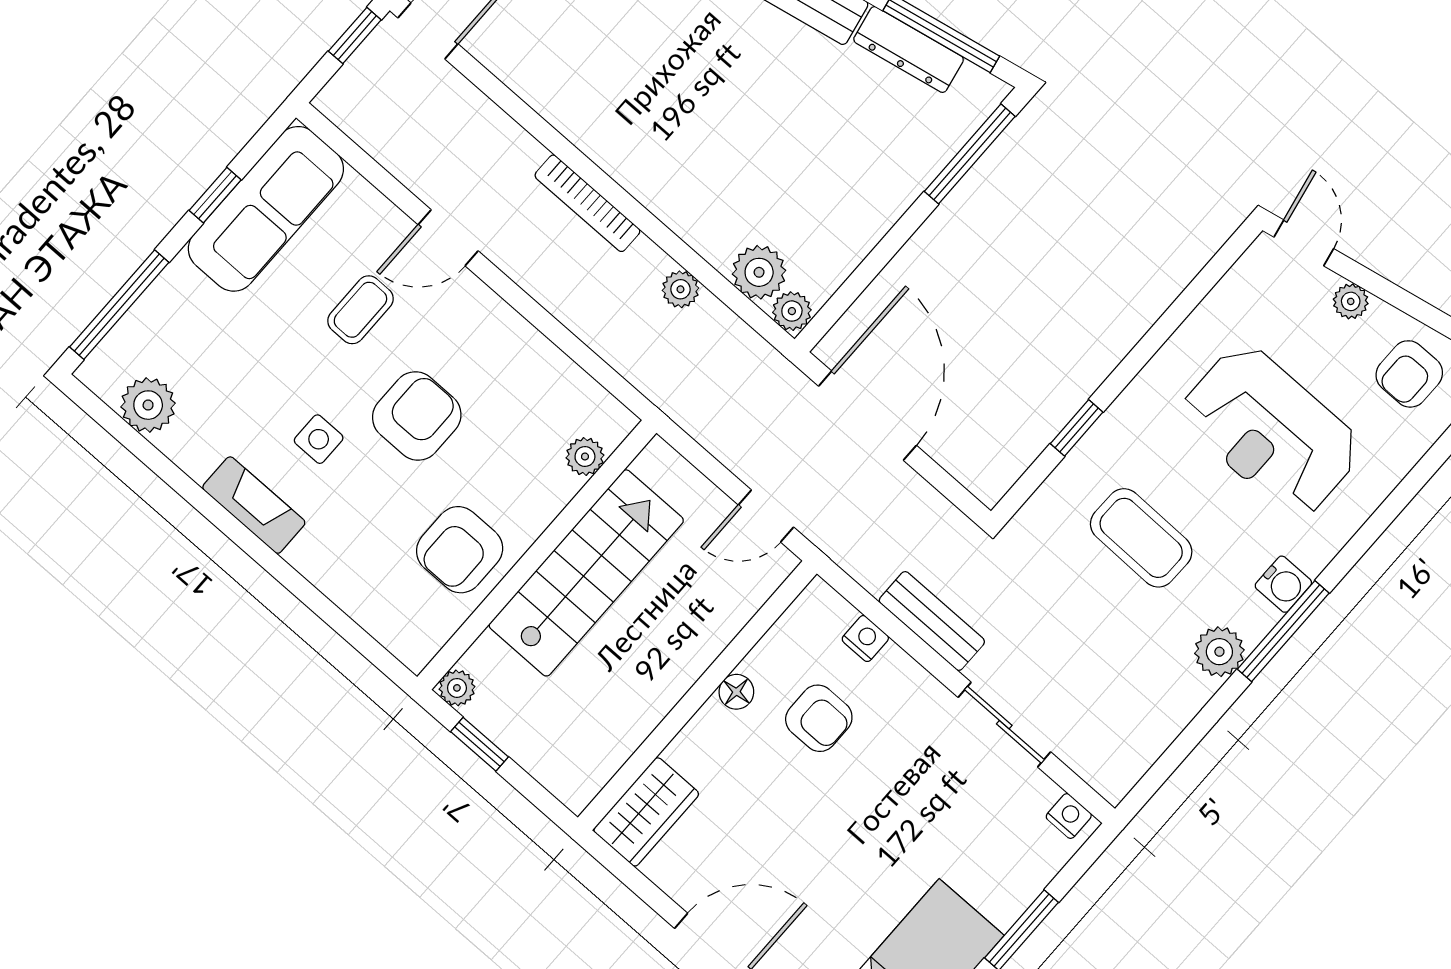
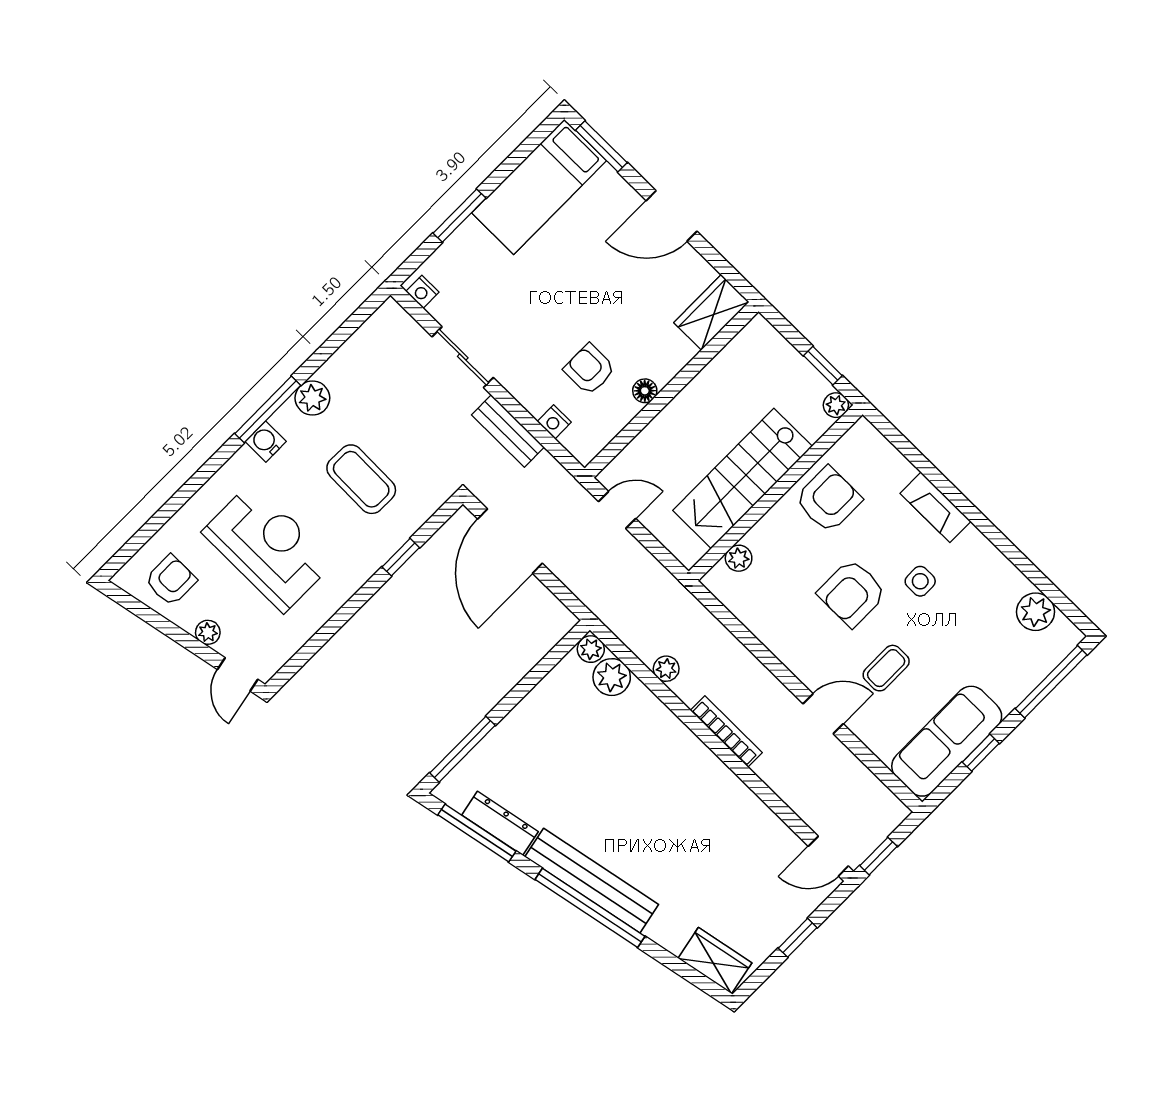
door: (867, 416) -> (510, 541), moved
fireplace: (254, 505) -> (935, 507), moved

